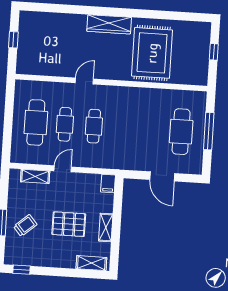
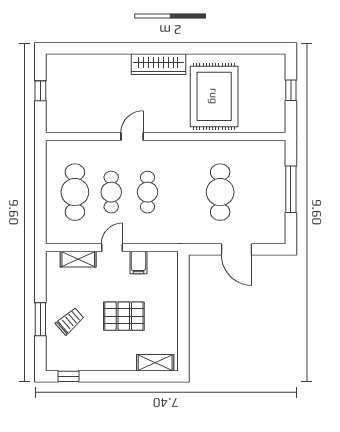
cafe table: (181, 132) -> (220, 192), moved
filing cabinet: (108, 184) -> (138, 262), moved
shelving: (106, 227) -> (170, 317), removed

